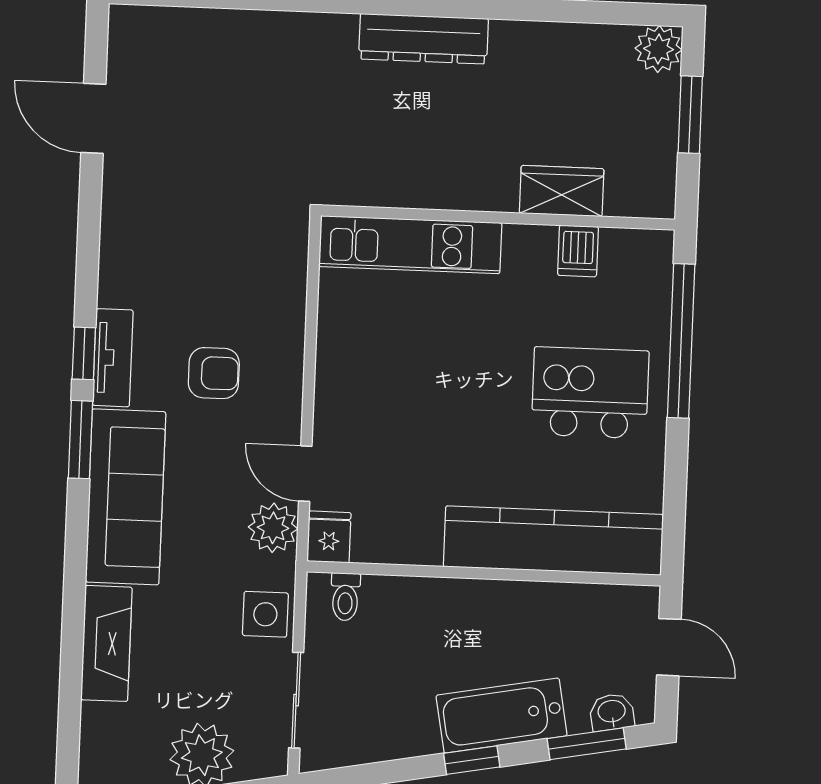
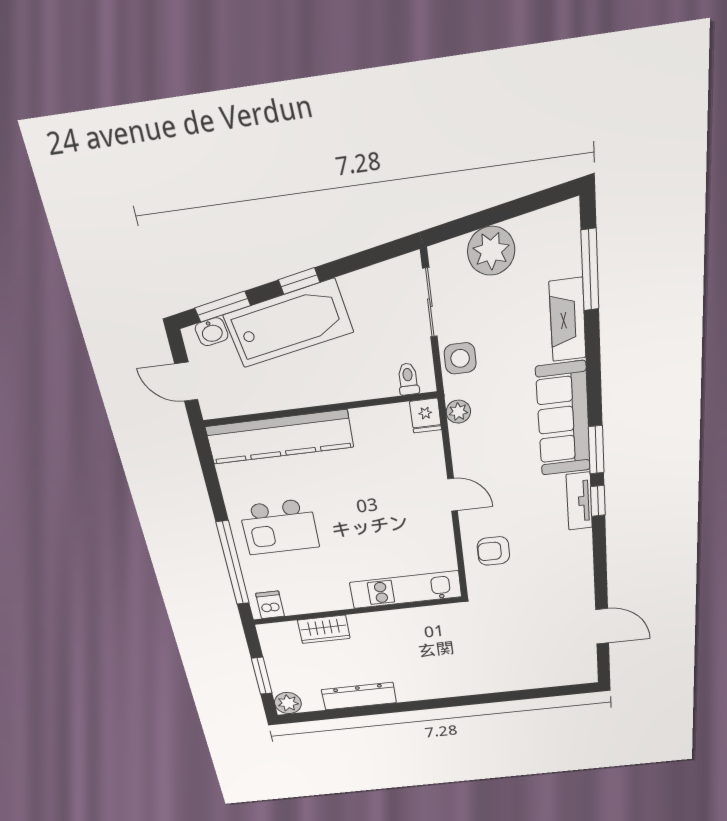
dresser: (423, 39) -> (359, 696), moved
dishwasher: (578, 251) -> (270, 605), moved
armchair: (214, 373) -> (493, 551), moved
door: (305, 474) -> (453, 495), moved
plant: (273, 528) -> (458, 412), width x0.73, depth x0.73
window: (70, 707) -> (590, 270), added
bathtub: (502, 716) -> (289, 324), width x1.36, depth x1.36

